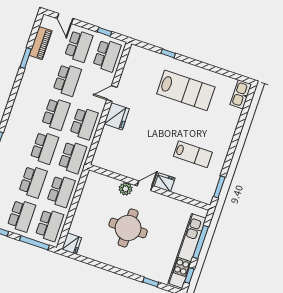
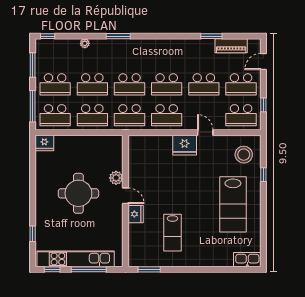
stool: (144, 65) -> (244, 155), added

